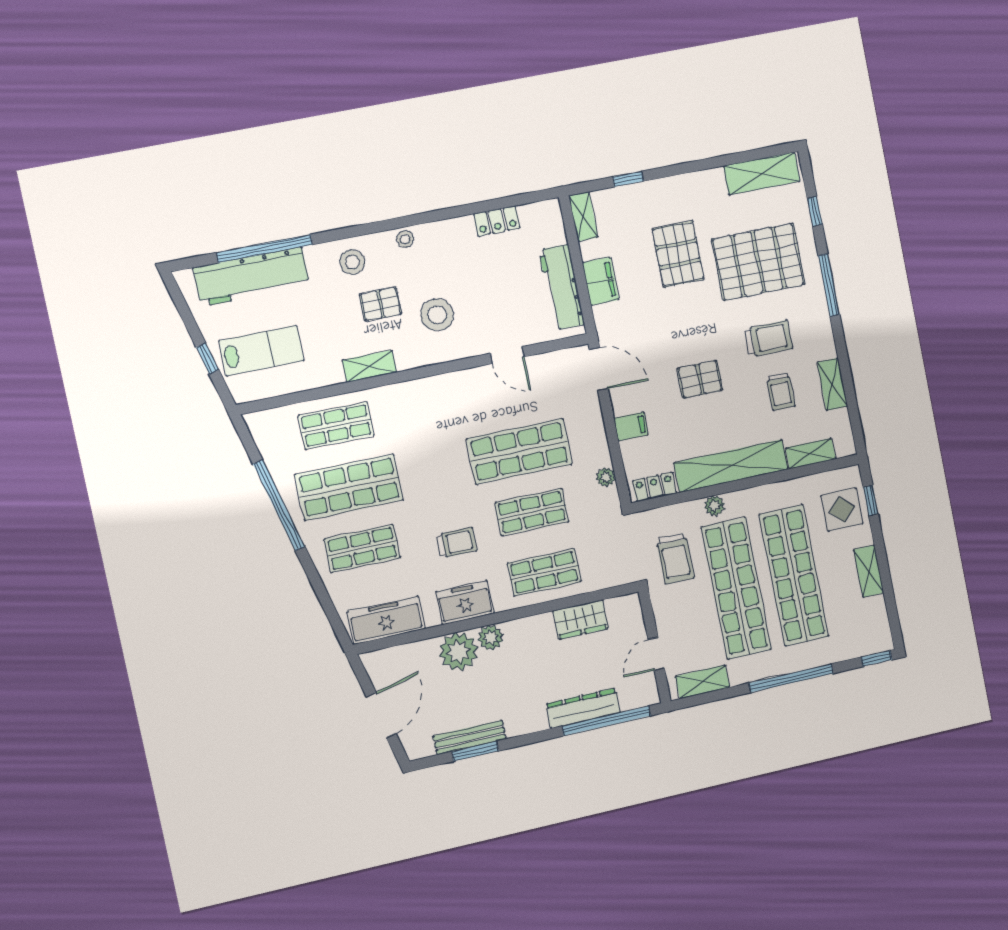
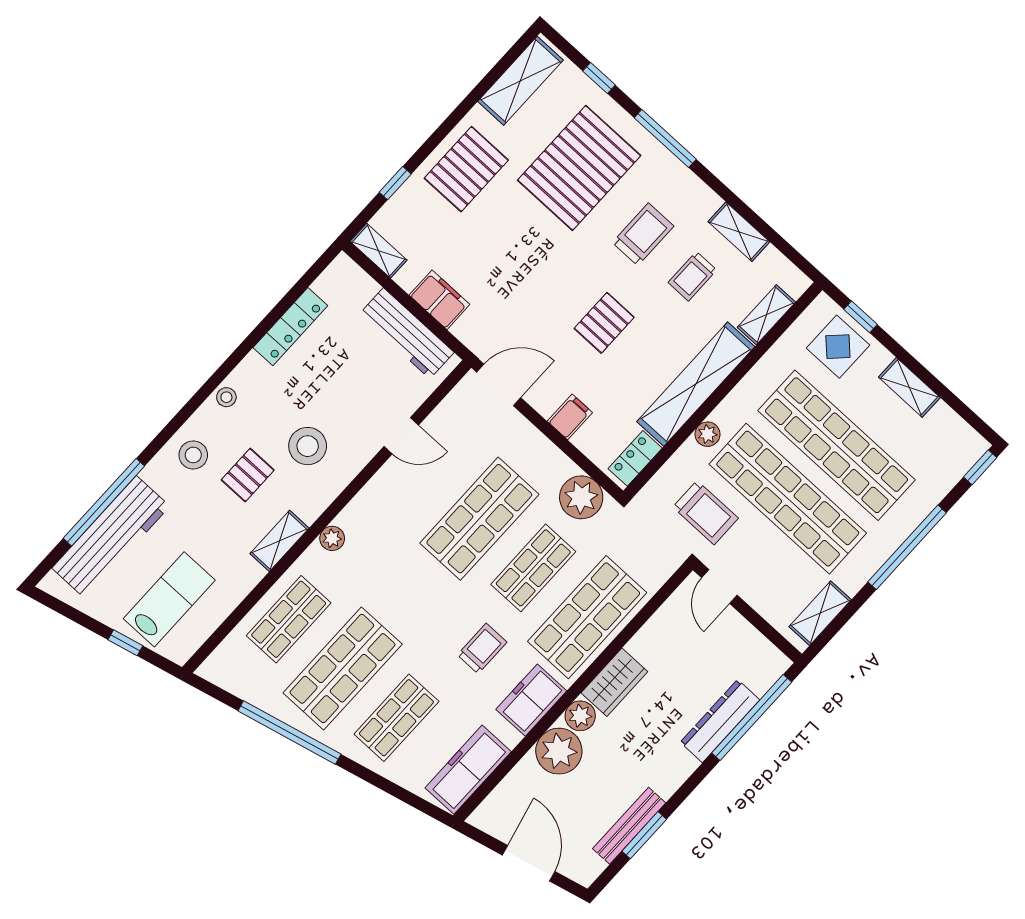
locker: (497, 221) -> (290, 327), width x1.53
pallet: (678, 254) -> (466, 169), moved, turned 90
plant: (408, 391) -> (332, 538), added
trolley: (781, 391) -> (692, 276), turned 90
plant: (606, 477) -> (581, 497), width x1.88, depth x1.88
shop shelf: (544, 572) -> (587, 617), width x1.43, depth x1.36
wardrobe: (581, 620) -> (614, 682), moved
door: (656, 654) -> (719, 586), moved

